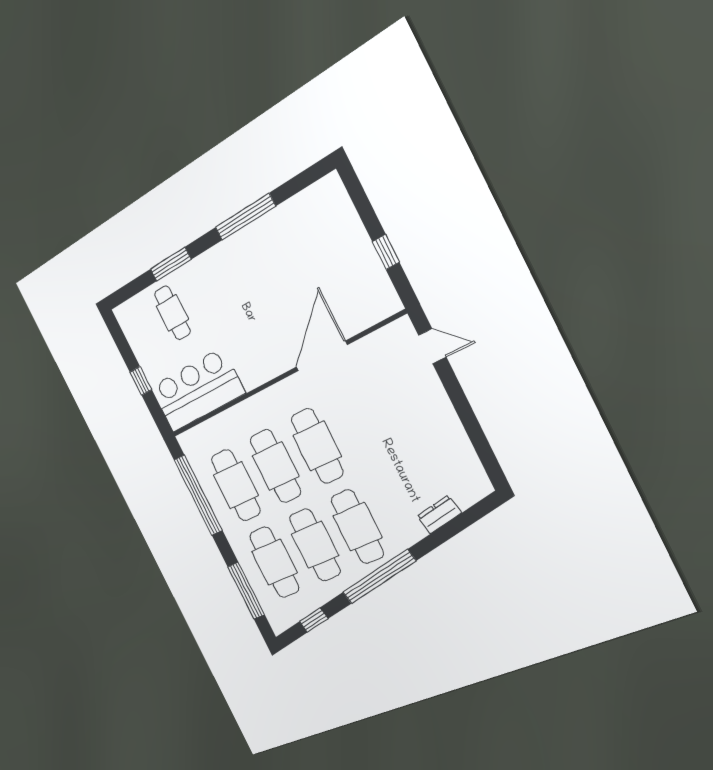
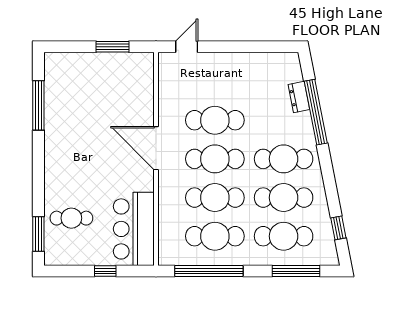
window: (245, 217) -> (38, 105), moved
window: (386, 252) -> (112, 47), width x1.50
window: (171, 264) -> (38, 234), moved
door: (322, 356) -> (156, 148), moved
cafe table: (361, 425) -> (215, 120), added
window: (379, 577) -> (316, 112), moved

